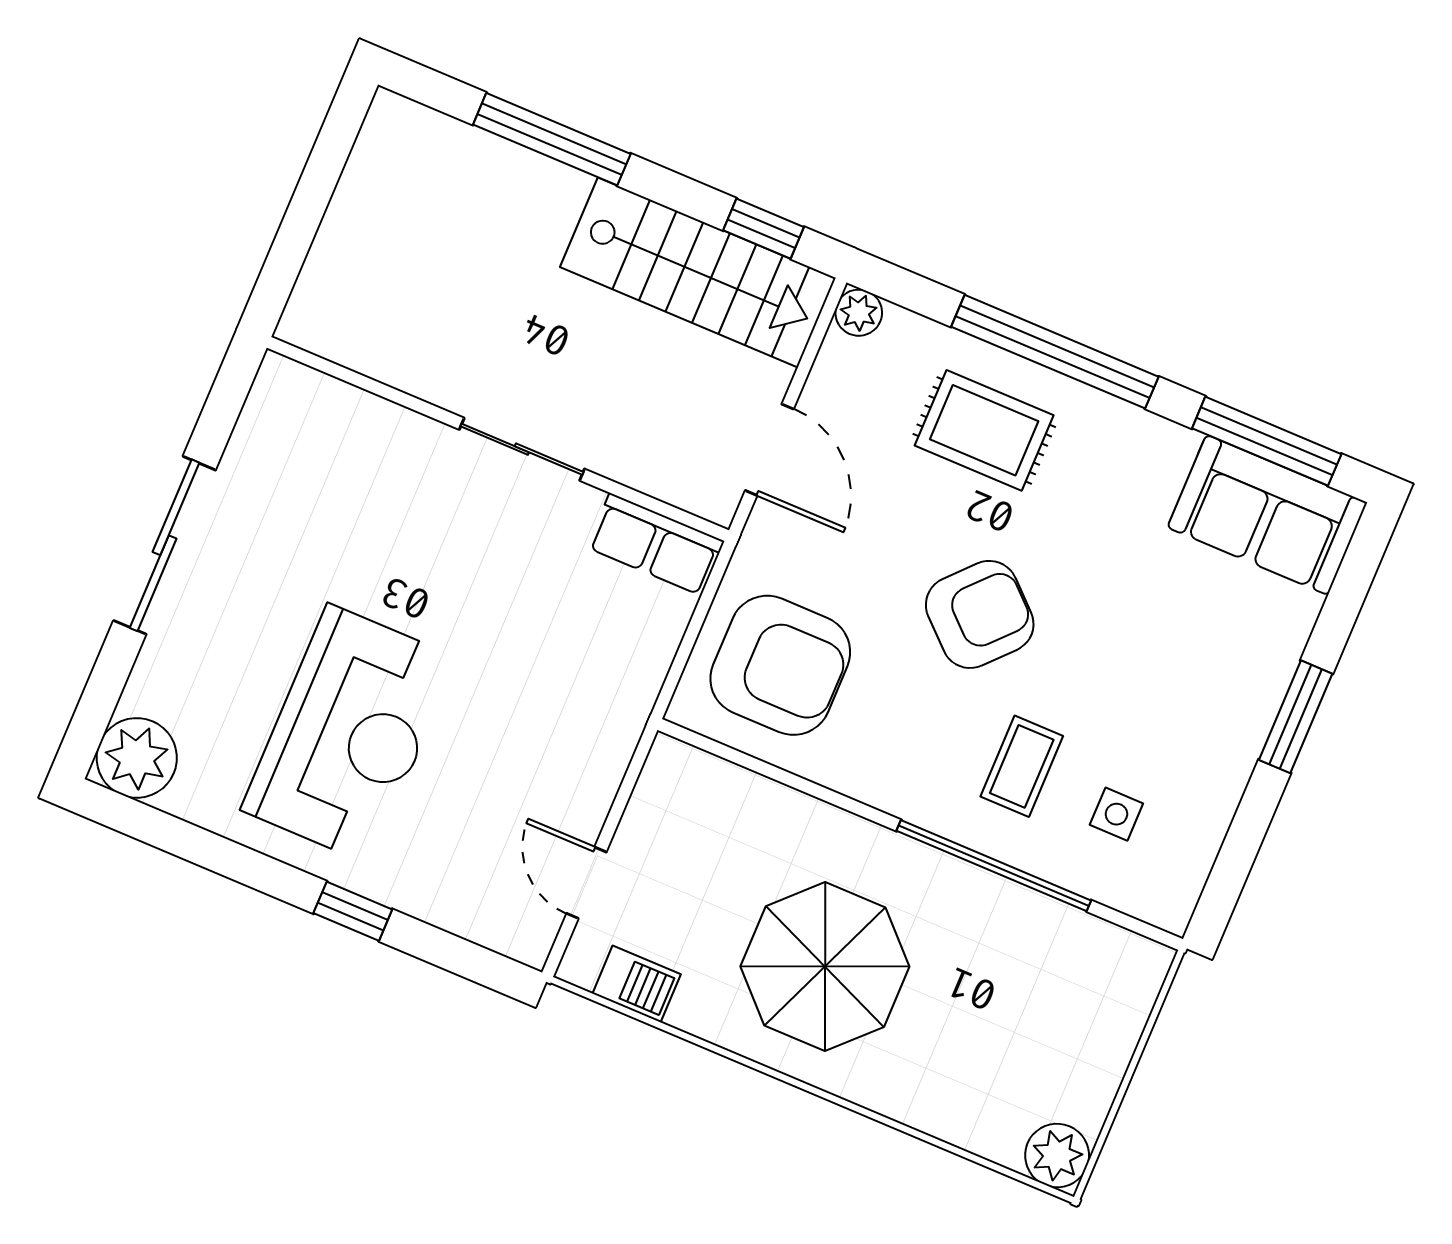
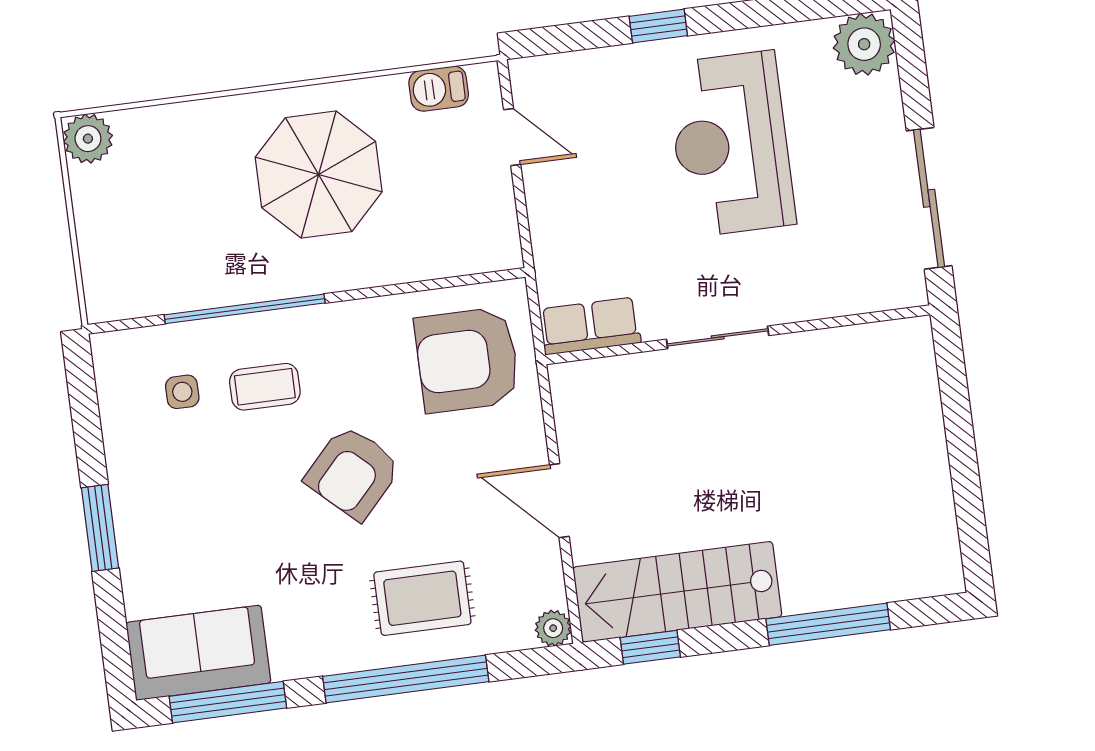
wall: (498, 439) -> (738, 335), moved
sliding door: (522, 449) -> (718, 337), moved
row of seats: (656, 544) -> (590, 326), moved
coffee table: (1022, 766) -> (265, 387), turned 90

